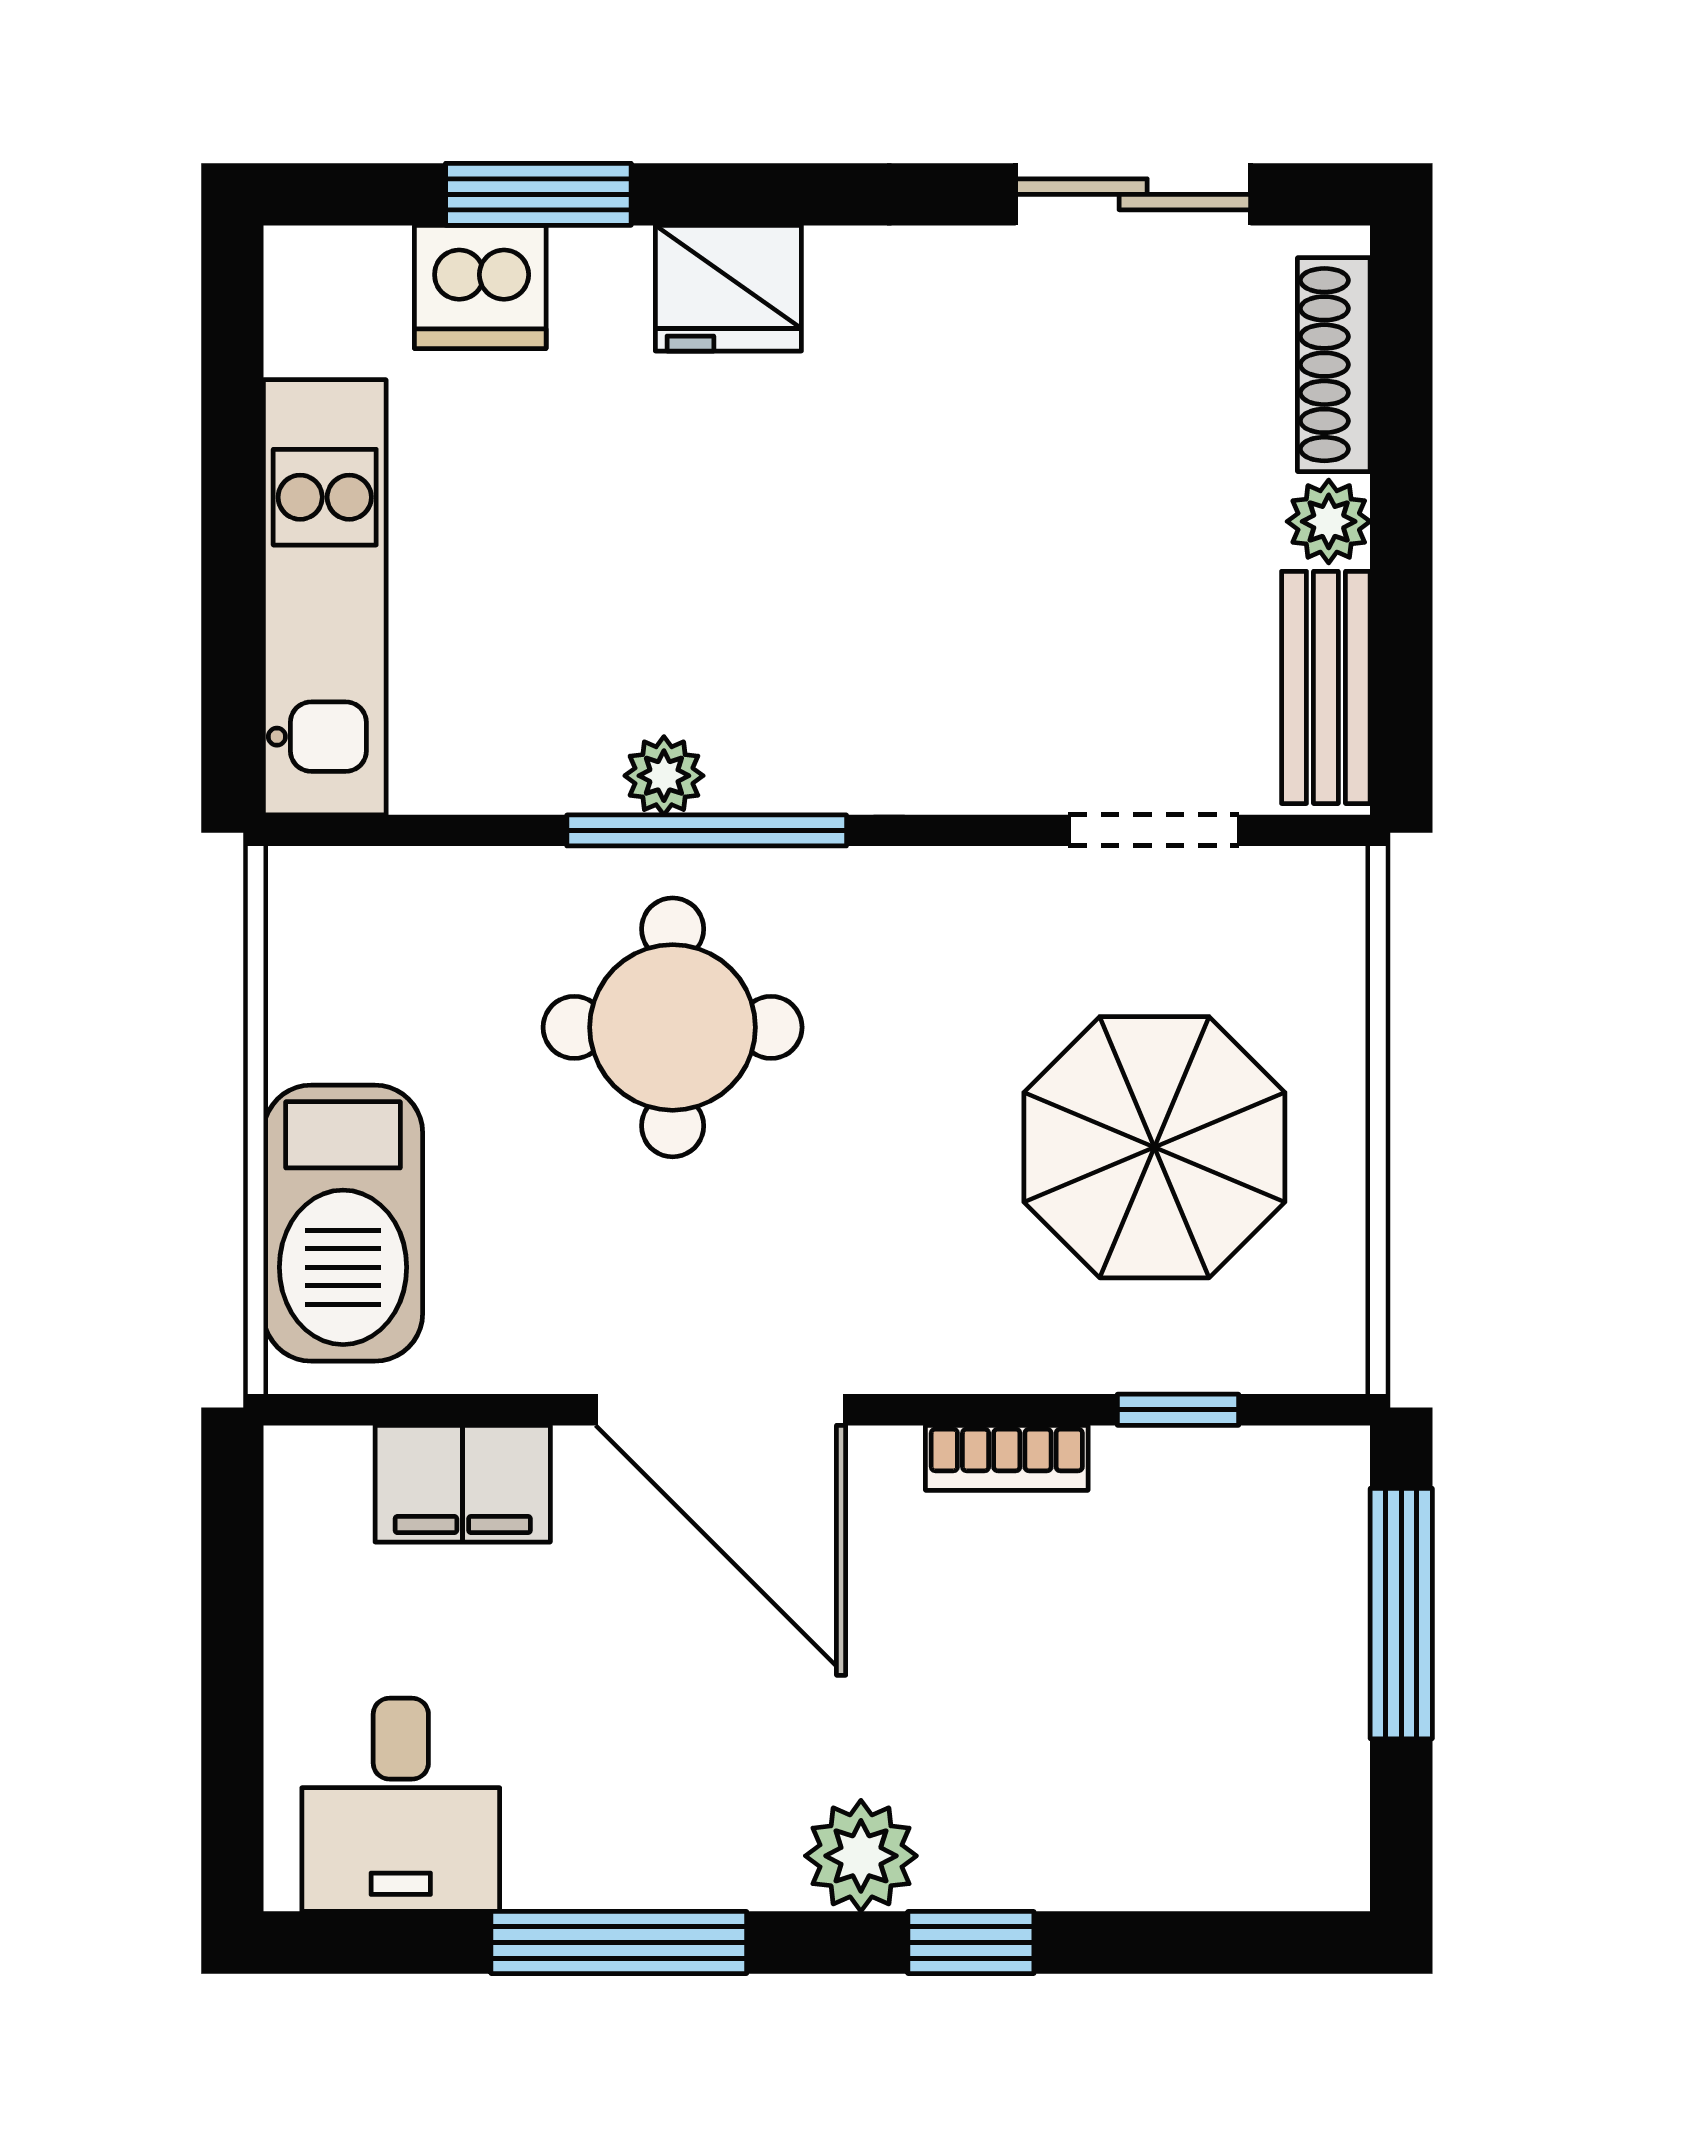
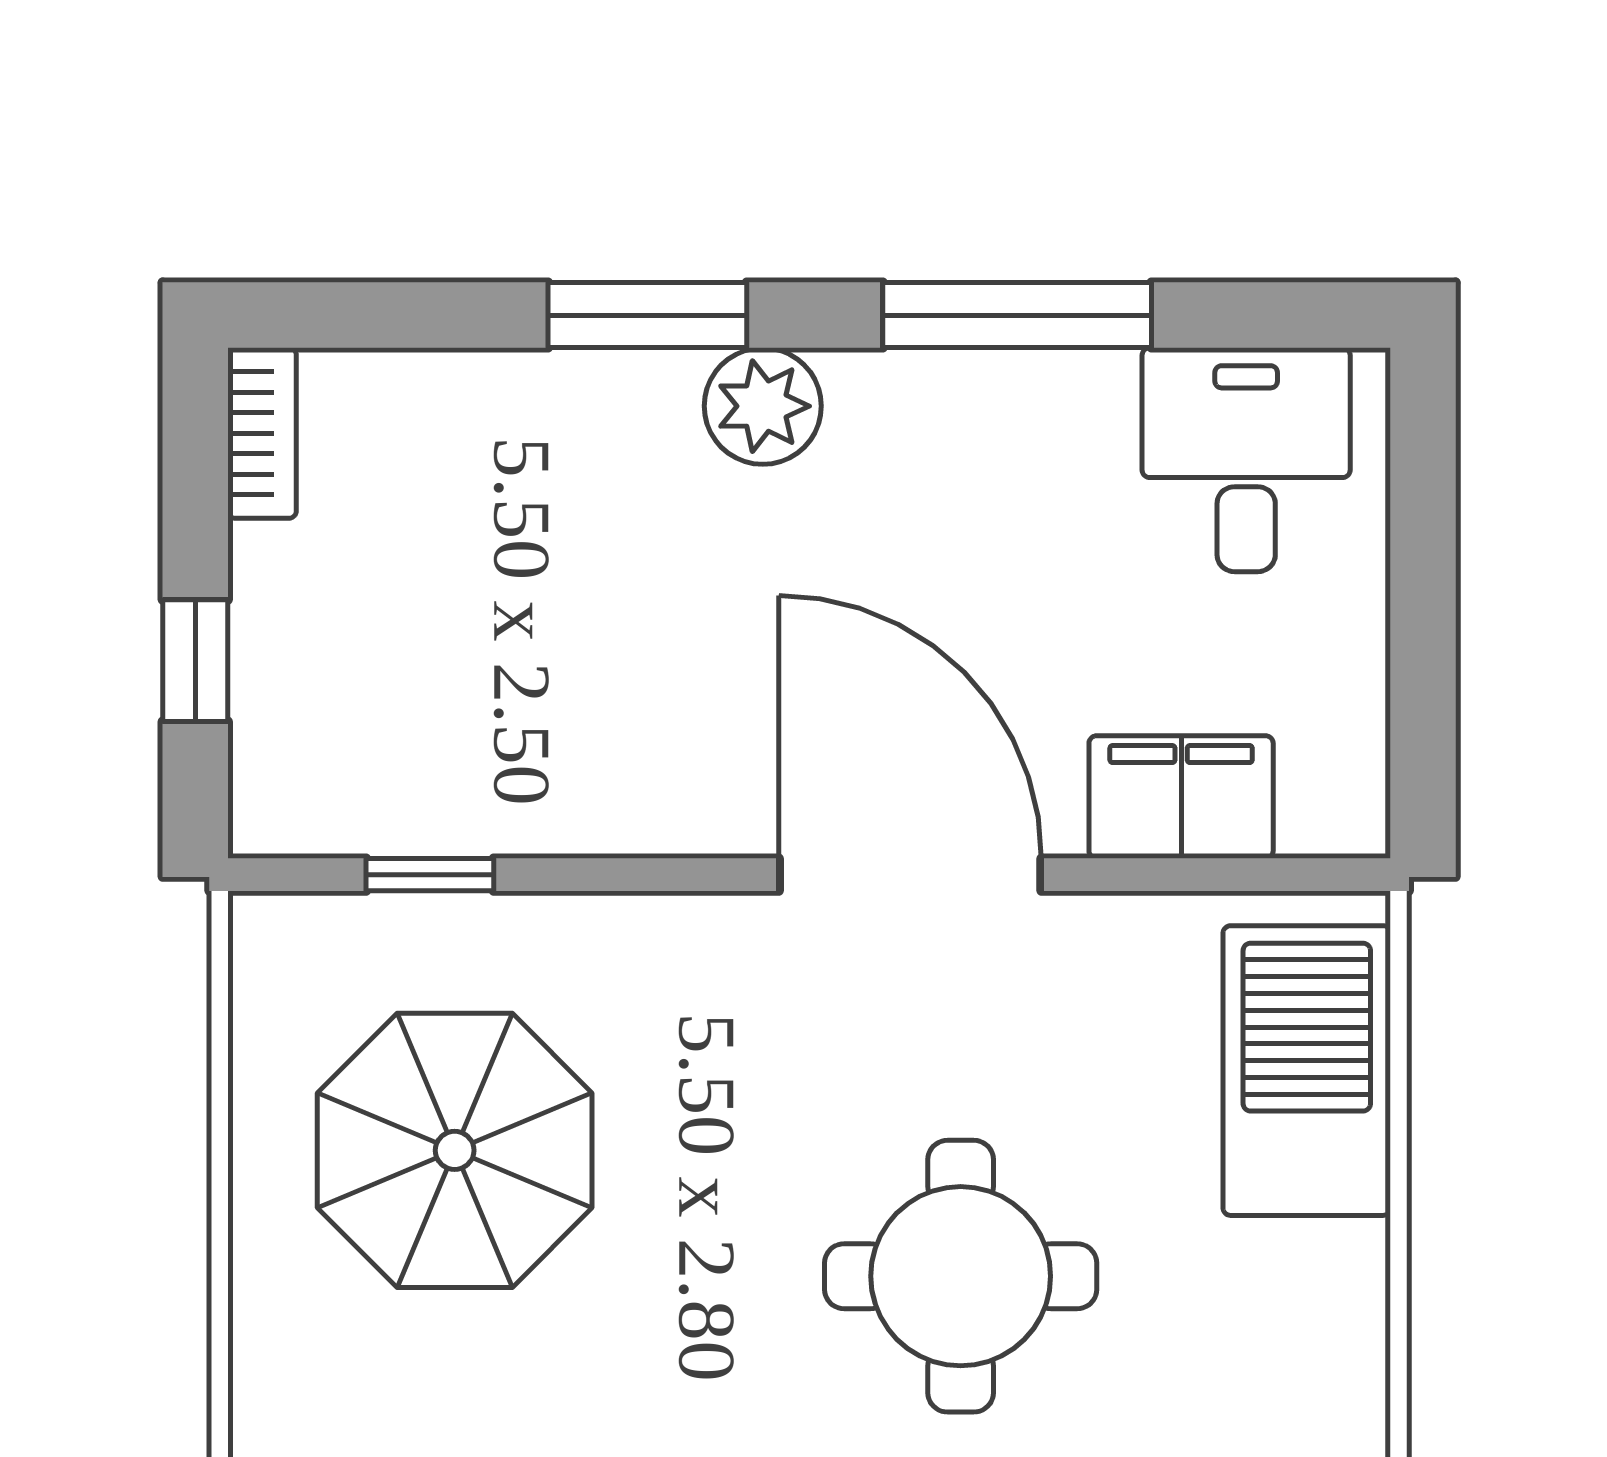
bookcase: (1007, 1458) -> (262, 433), moved, turned 90
window: (1401, 1614) -> (195, 661), width x0.46
window: (971, 1942) -> (647, 315), width x1.50

